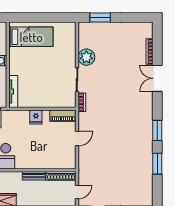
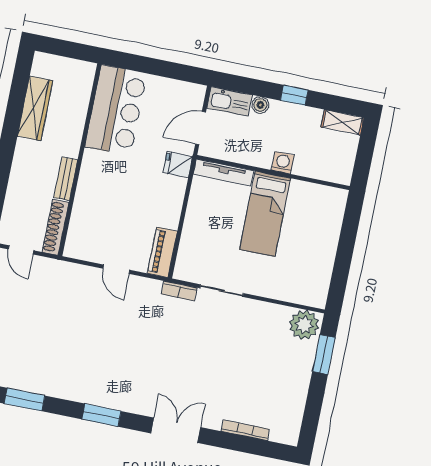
bed: (31, 37) -> (265, 214), moved
plant: (86, 57) -> (304, 325), moved
double door: (157, 78) -> (176, 430), moved
fridge: (36, 117) -> (178, 165), moved
window: (157, 164) -> (24, 400), moved

